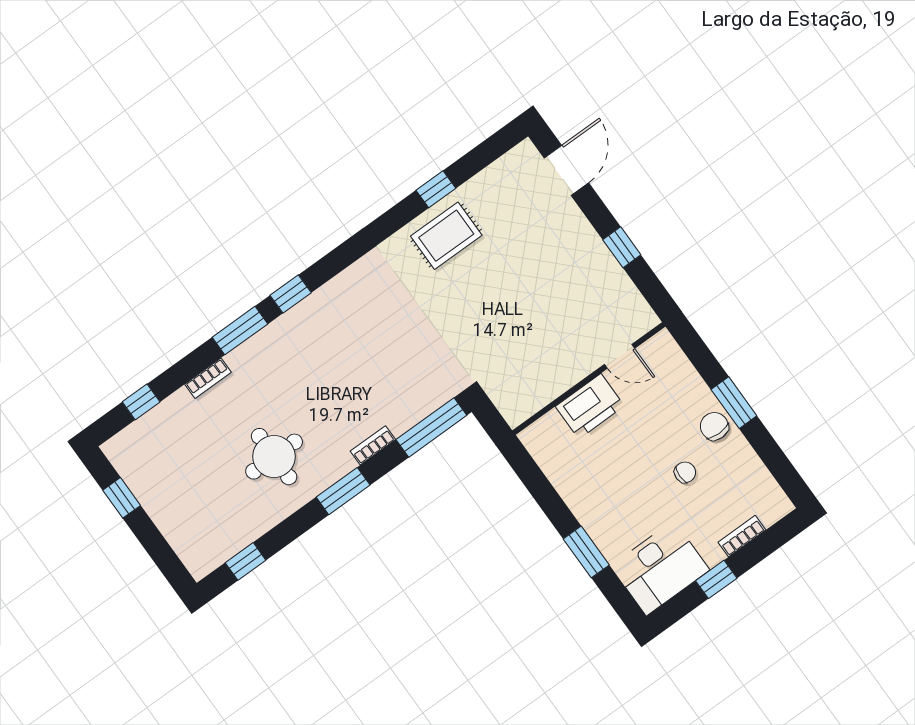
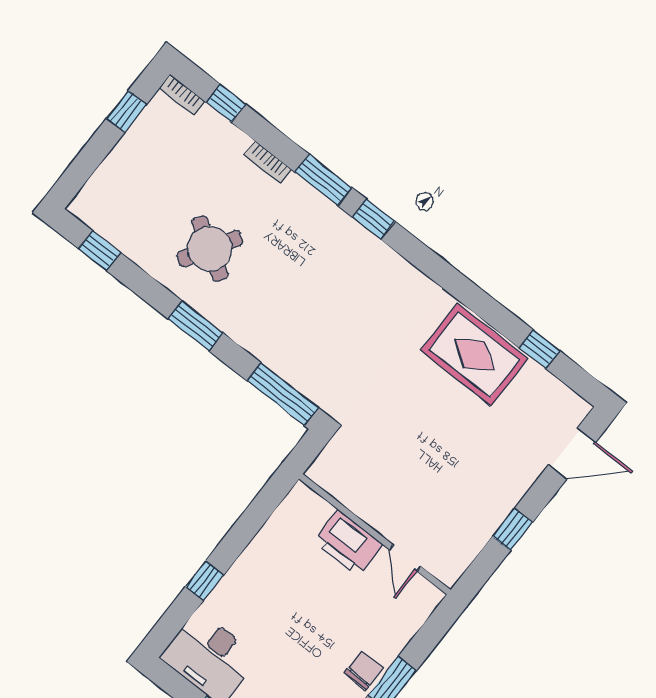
window: (436, 189) -> (539, 349), moved
rug: (446, 236) -> (474, 355), width x1.36, depth x1.43
bookcase: (373, 445) -> (182, 95), moved, turned 180
round table: (274, 457) -> (210, 249), turned 31
chair: (685, 472) -> (310, 655), removed
window: (586, 552) -> (205, 581), width x0.67

